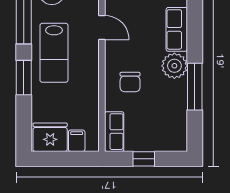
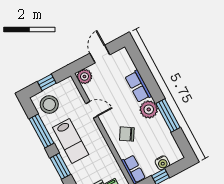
chair: (130, 82) -> (127, 134), turned 122
water cooler: (155, 143) -> (162, 163), added

